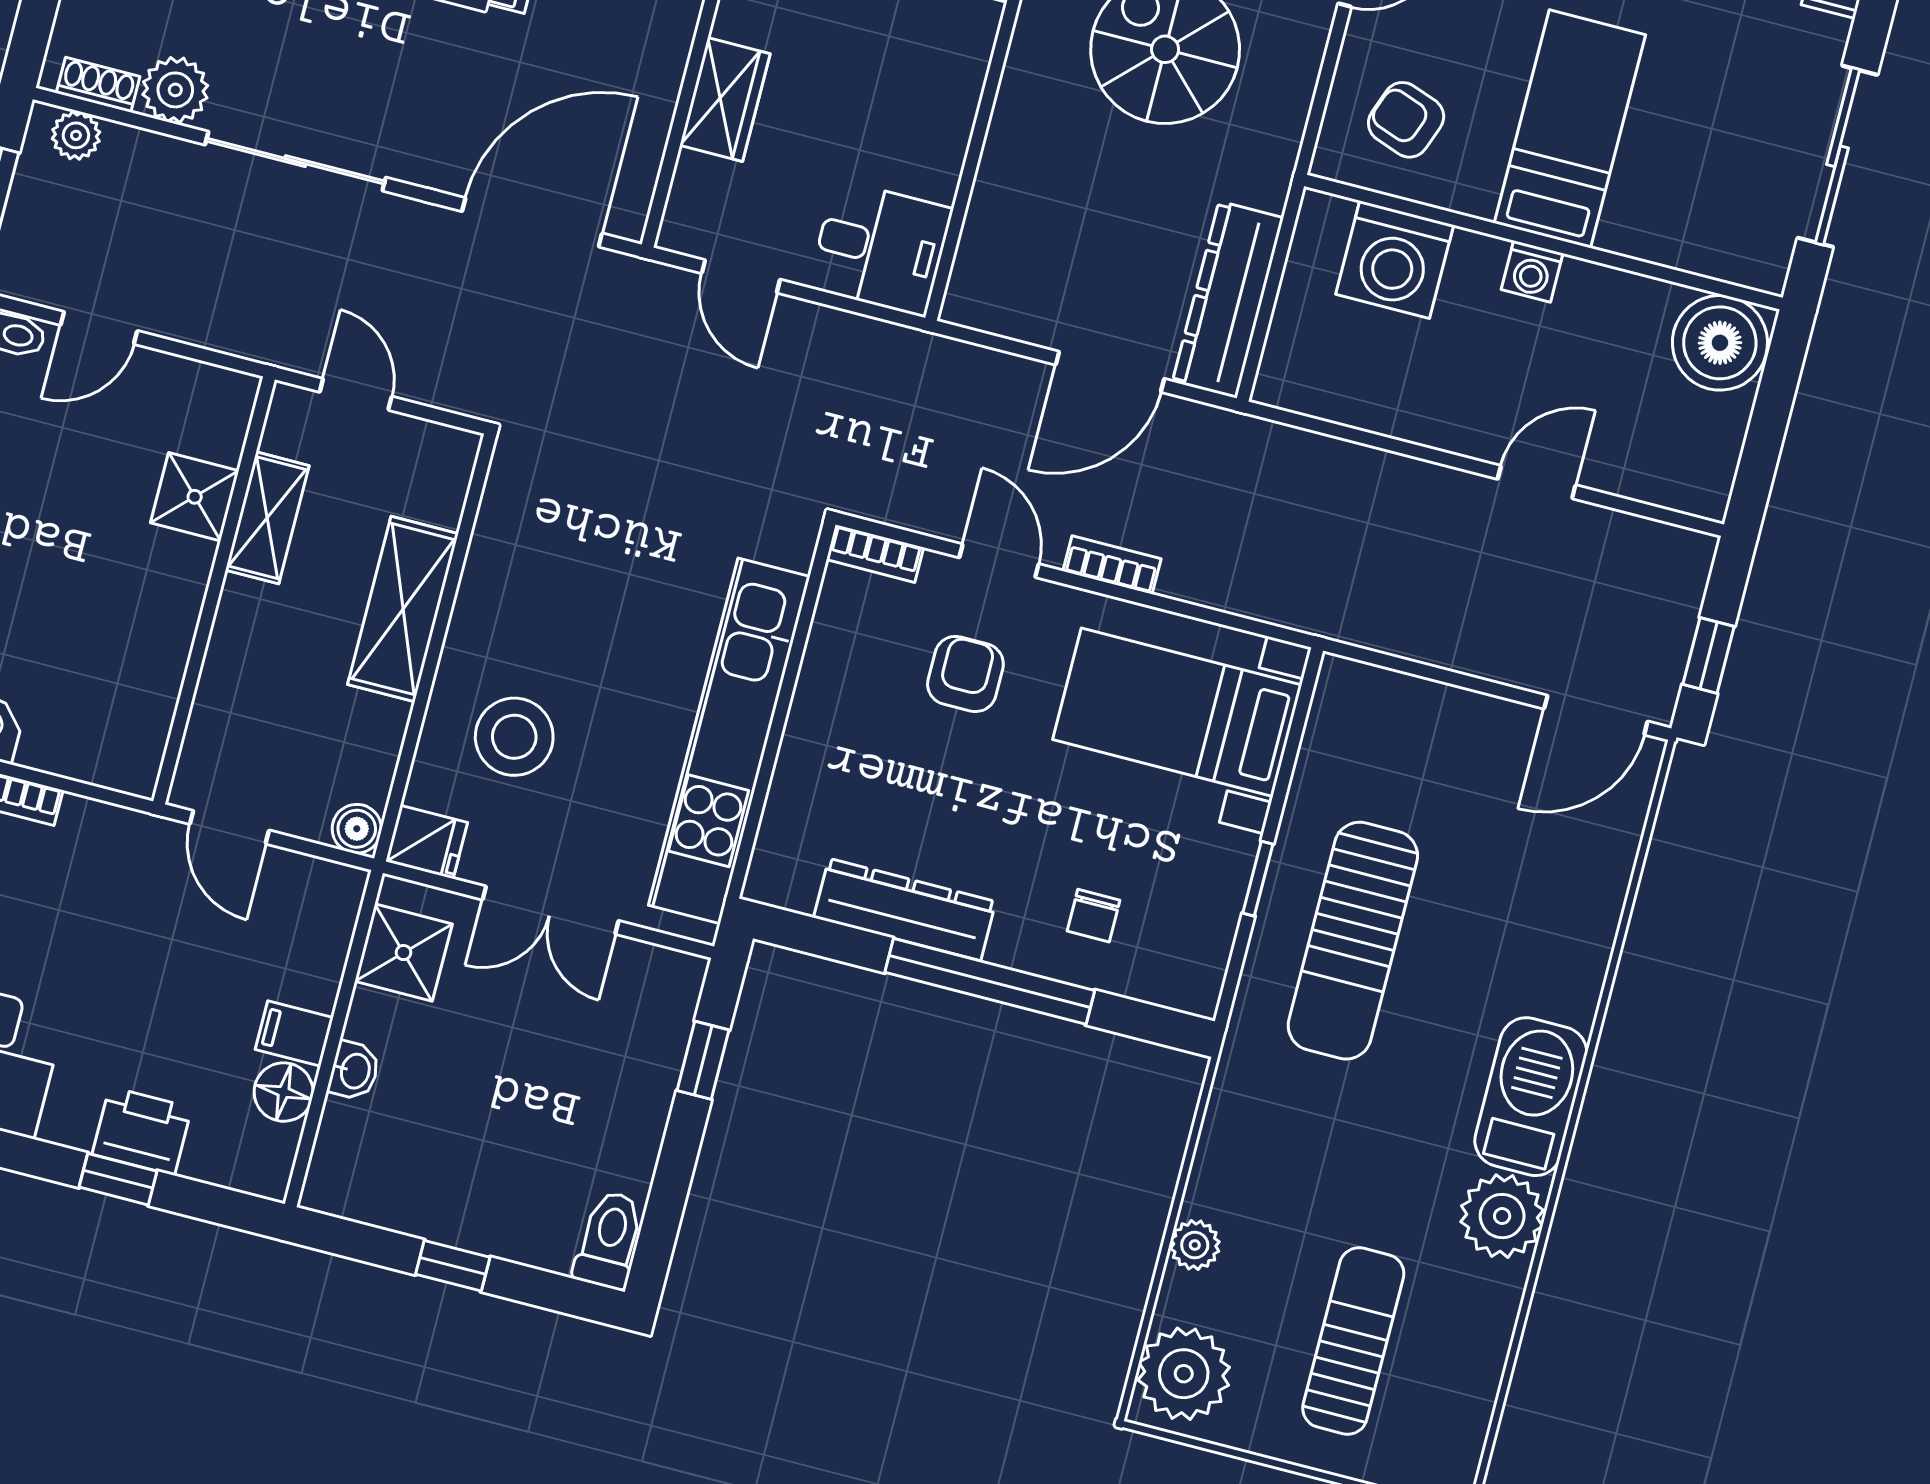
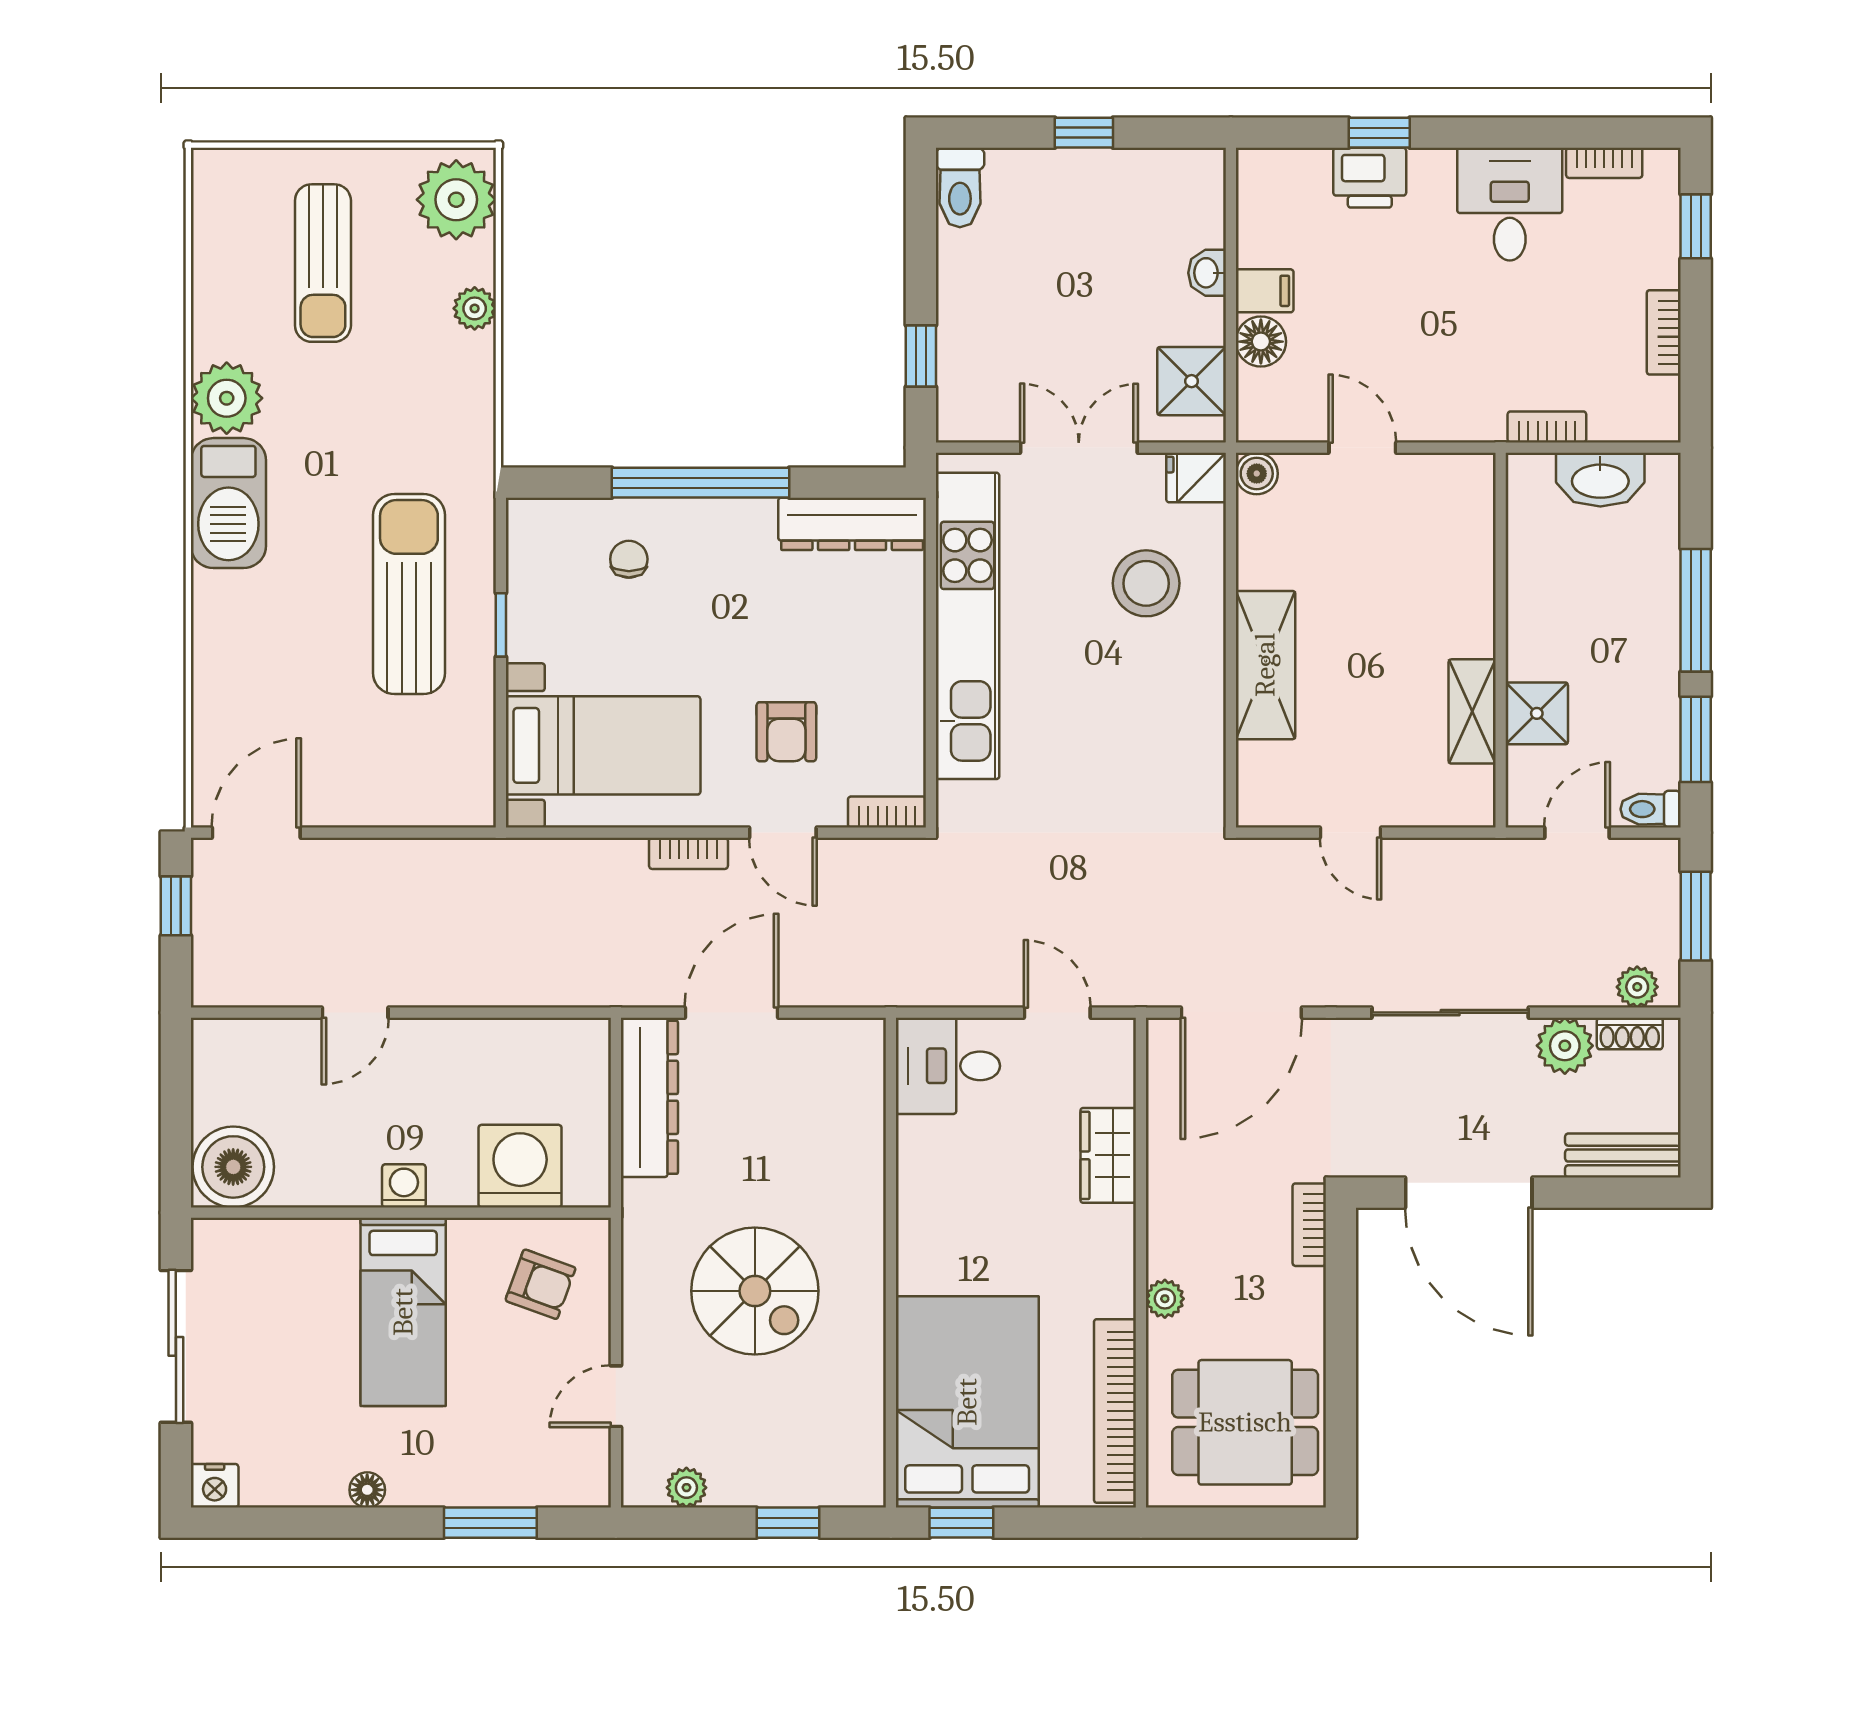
shower: (195, 497) -> (1537, 713), moved
shelving: (267, 518) -> (1472, 711), moved
wall: (214, 590) -> (1501, 640), moved
dresser: (905, 910) -> (852, 524), moved
floor lamp: (284, 1092) -> (1261, 342), moved

